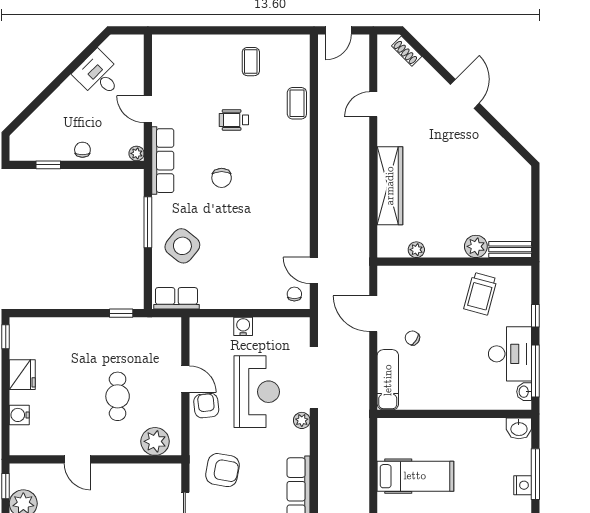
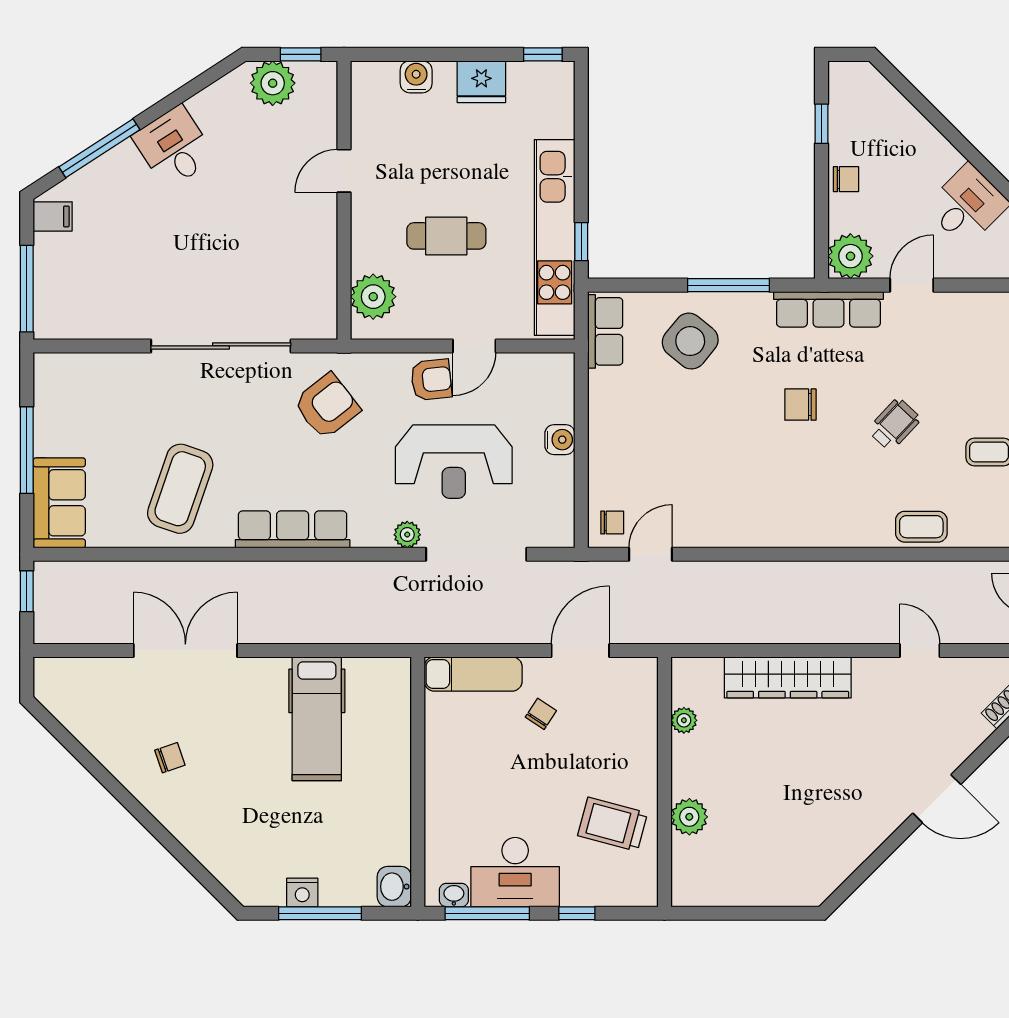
wheelchair: (234, 120) -> (894, 425), turned 43
plant: (137, 153) -> (850, 256), width x1.88, depth x1.88
bench: (510, 250) -> (684, 872), removed
kitchen unit: (118, 330) -> (555, 237), added
armchair: (222, 470) -> (327, 406), turned -138

